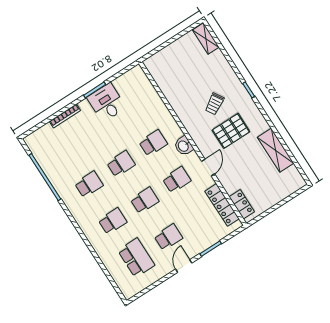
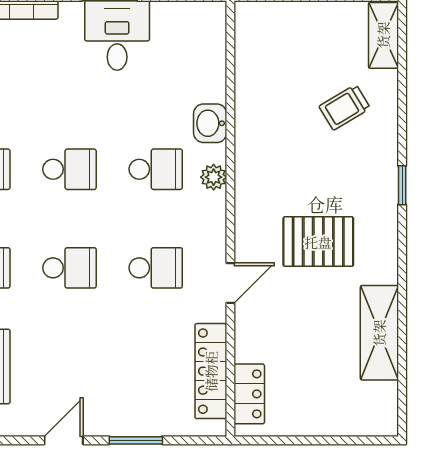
trolley: (215, 104) -> (345, 107), moved
plant: (176, 132) -> (214, 177), added
washbasin: (184, 146) -> (210, 123), moved
school desk: (168, 237) -> (69, 366), removed

